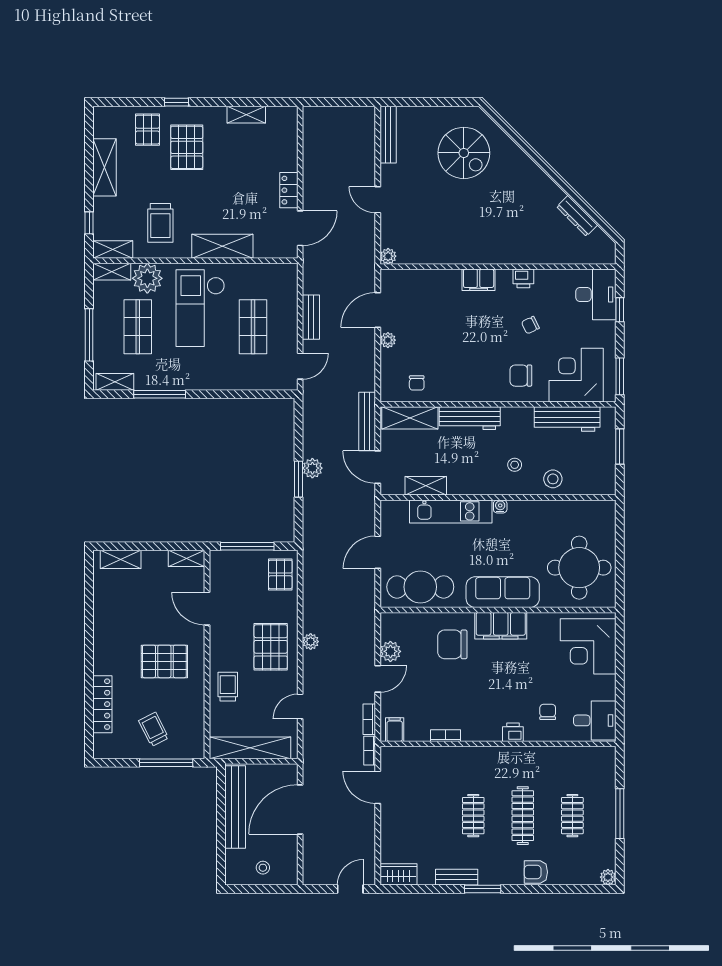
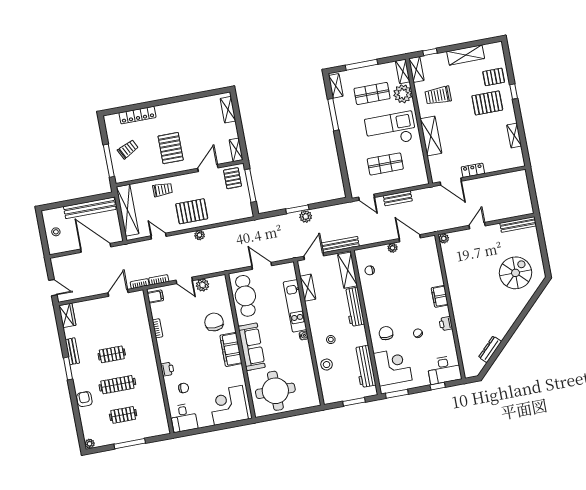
spiral stairs: (464, 153) -> (516, 273), turned 180
pallet: (280, 574) -> (233, 178), moved, turned 90

